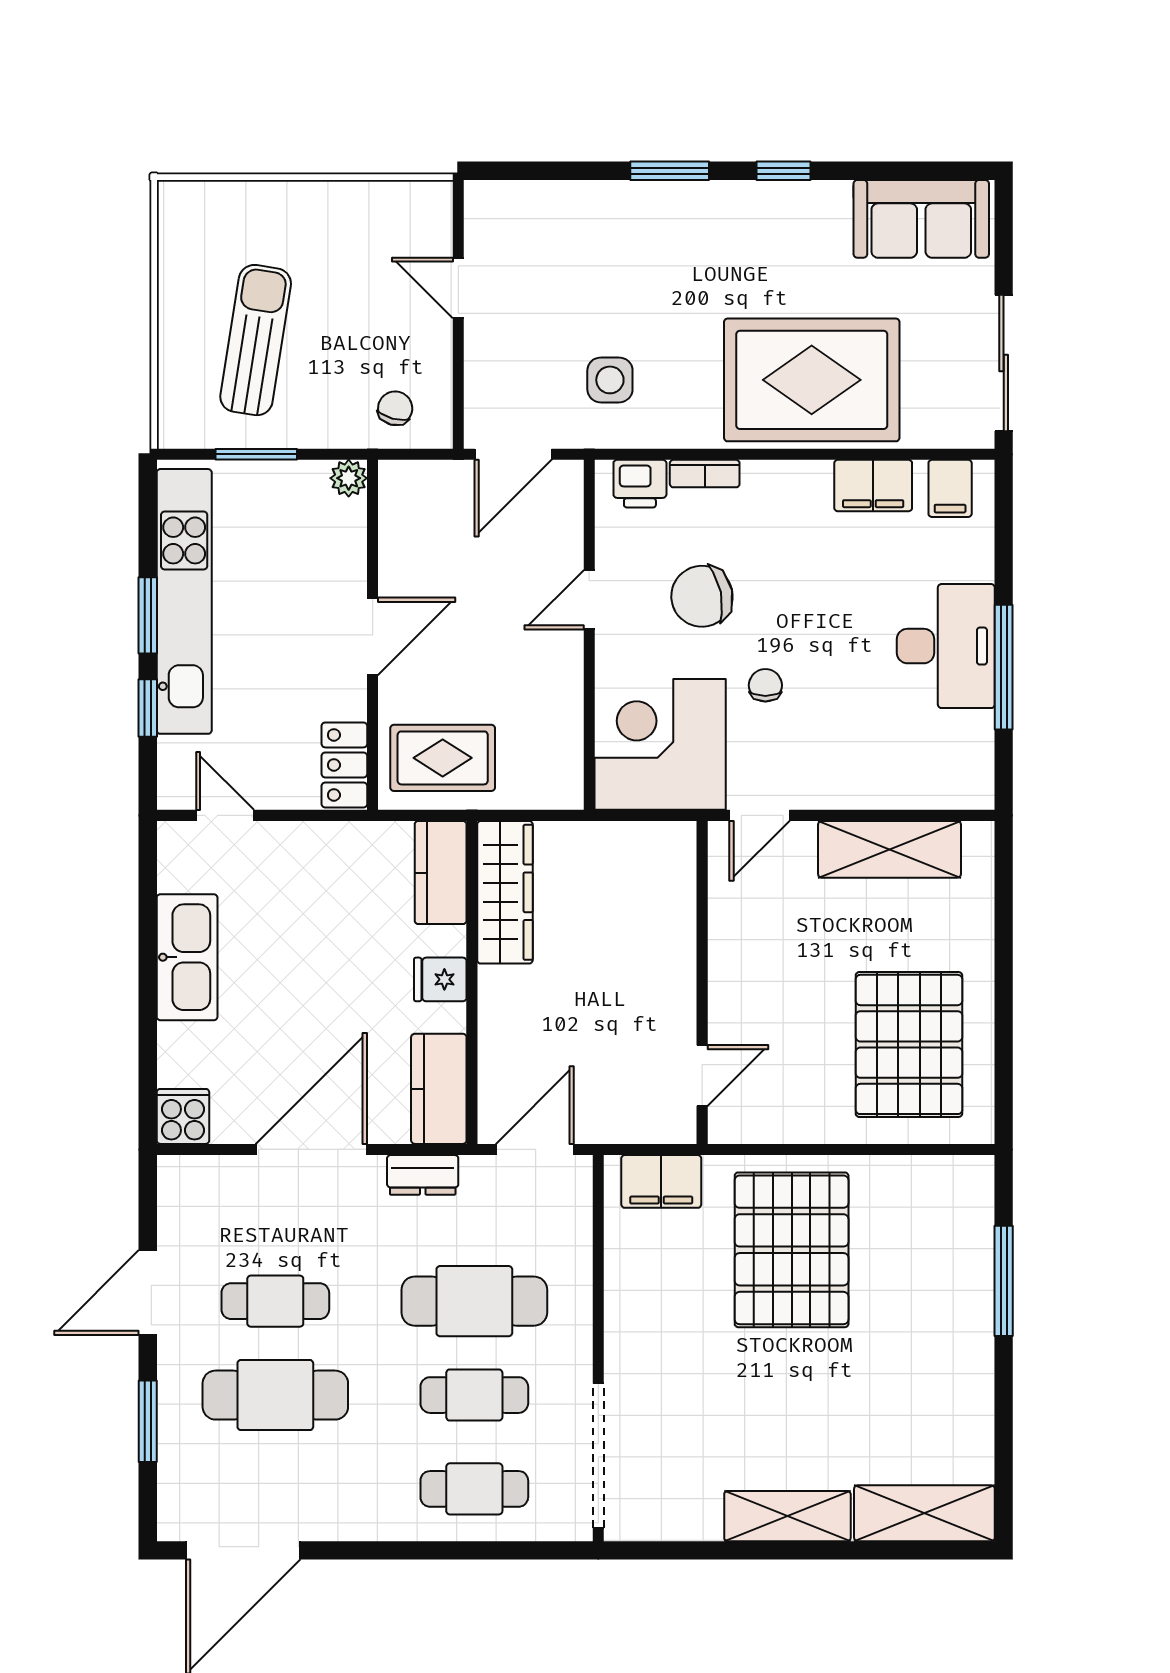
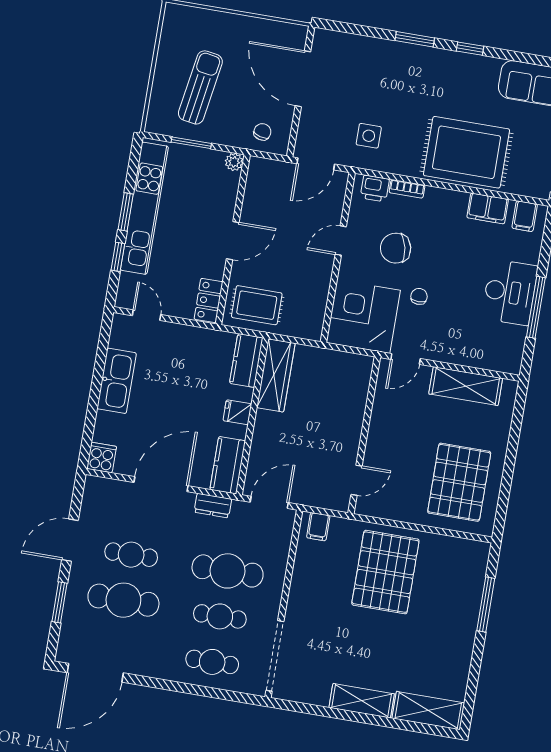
door: (458, 288) -> (303, 79), width x1.87
filing cabinet: (661, 1181) -> (318, 527), width x0.50

